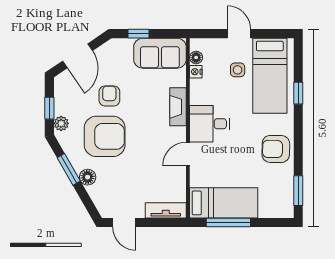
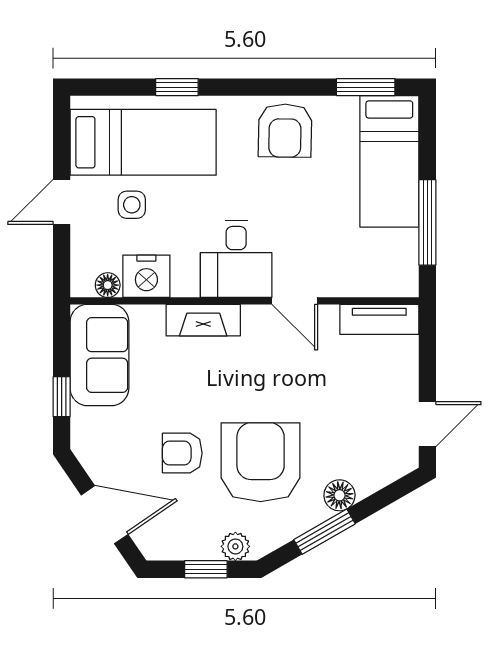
nightstand: (196, 72) -> (146, 276), width x1.89, depth x1.79
bed: (224, 203) -> (389, 161), moved, turned 180
tv unit: (166, 210) -> (379, 319), moved, turned -90

